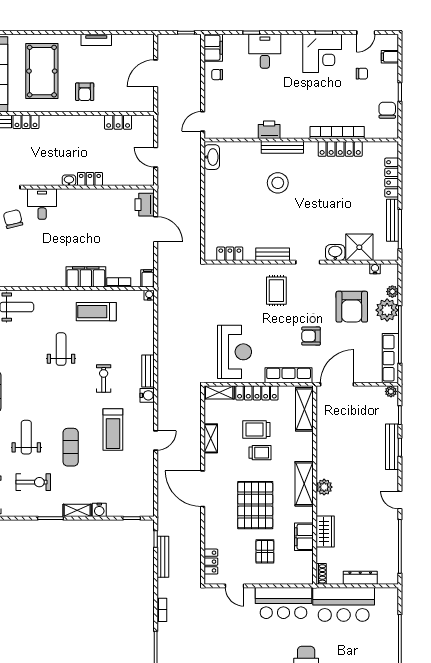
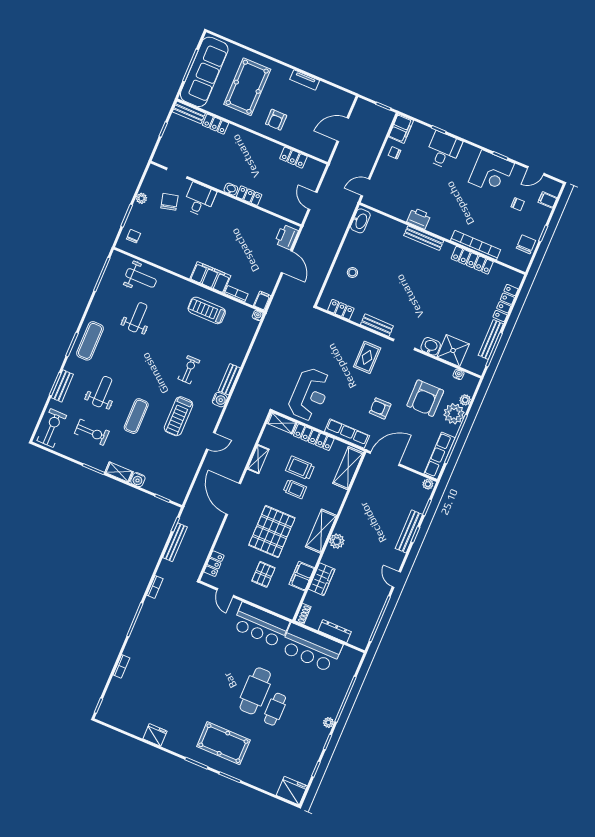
stool: (278, 183) -> (352, 273), moved, width x0.53, depth x0.53
weight bench: (61, 349) -> (138, 317), moved

